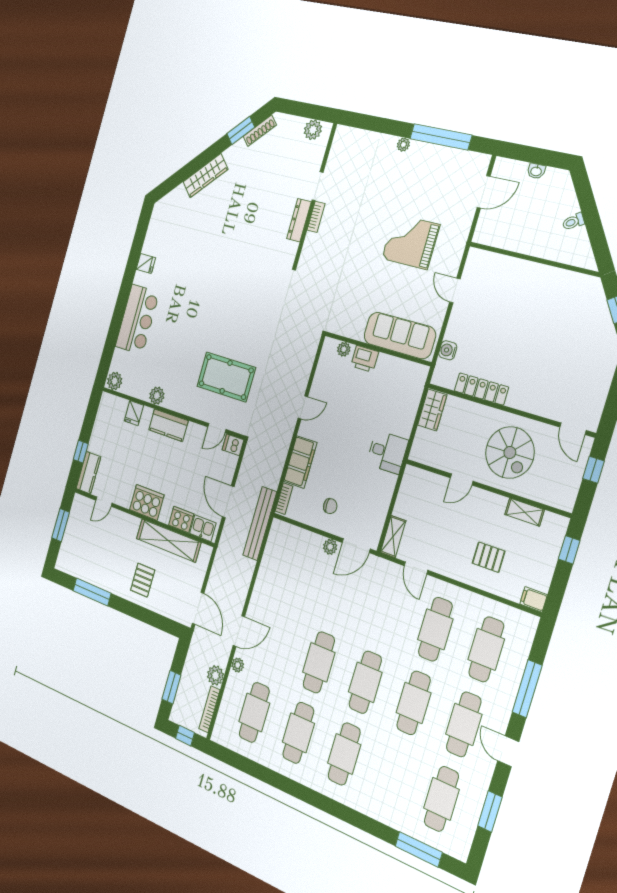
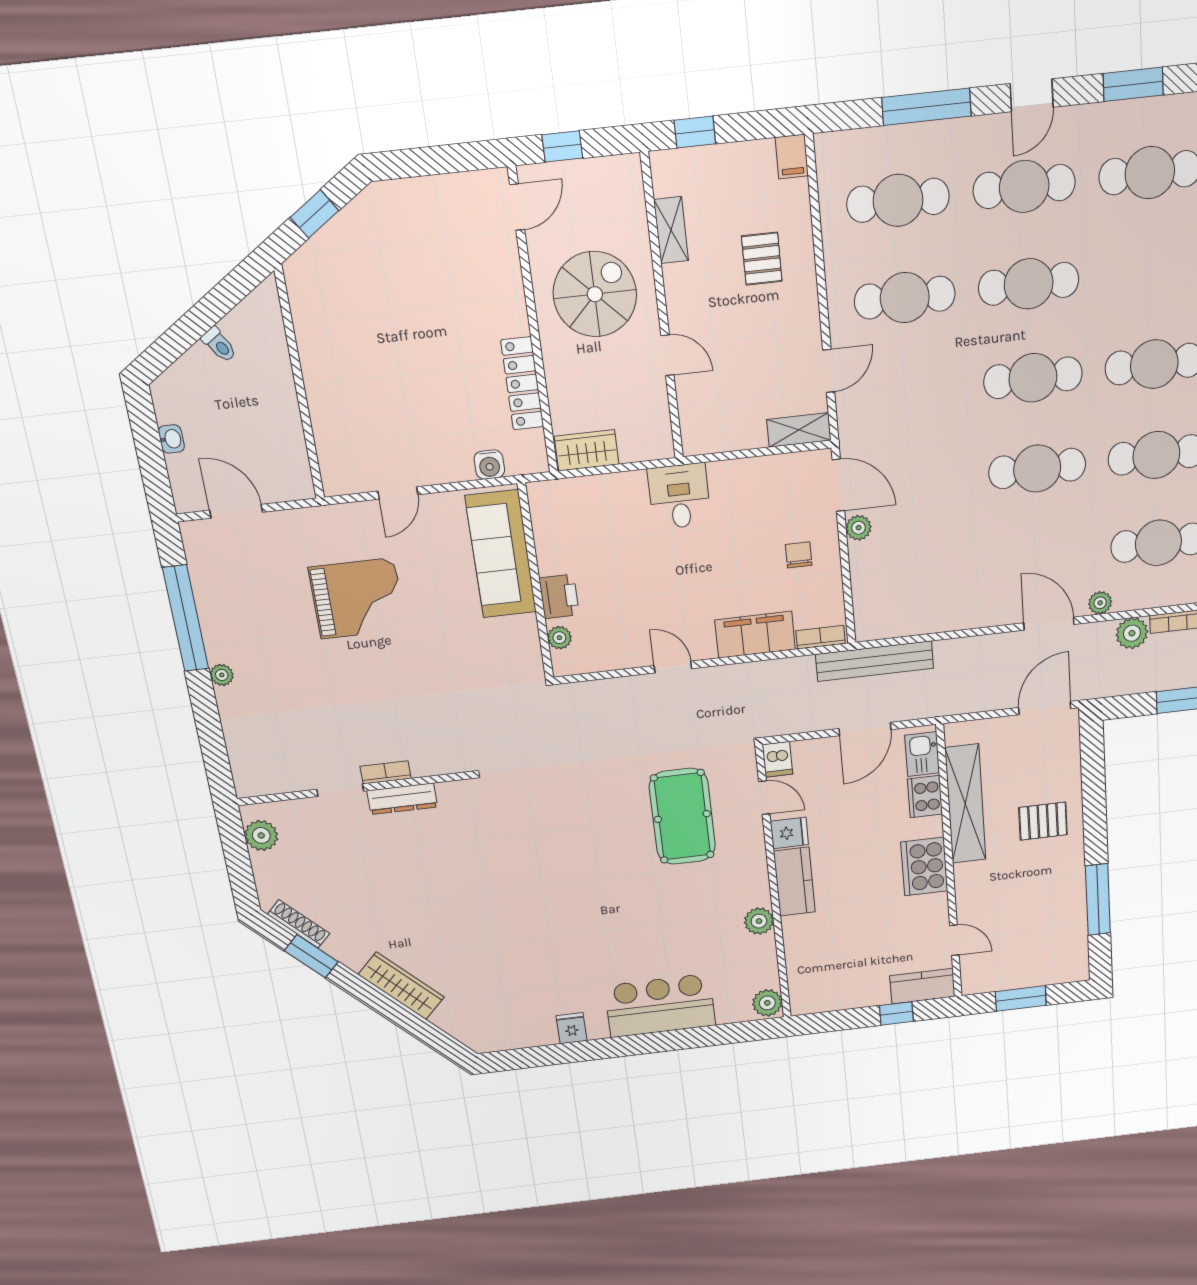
grand piano: (411, 242) -> (357, 598), turned -90
fridge: (134, 413) -> (789, 833), moved

